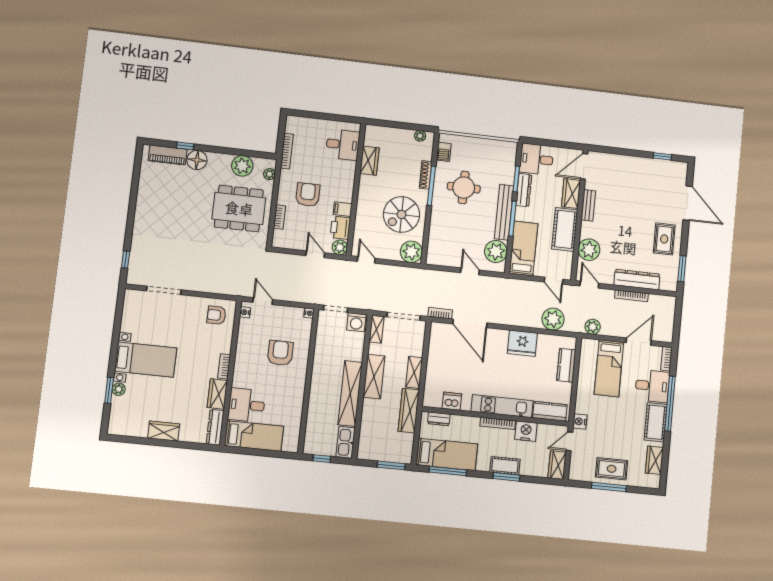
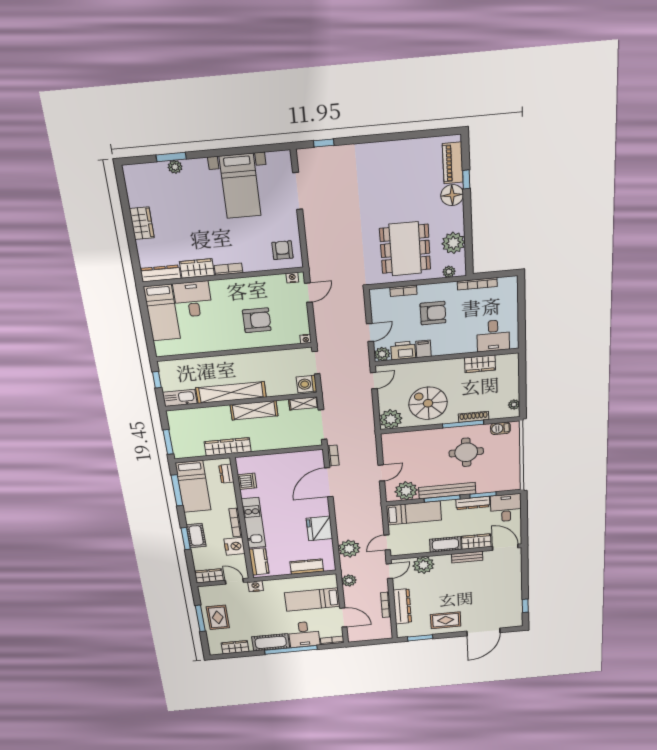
cot: (565, 229) -> (445, 544), width x0.73, depth x0.75
bed with nightstands: (146, 360) -> (240, 186), moved
shelving: (414, 372) -> (268, 444), removed

